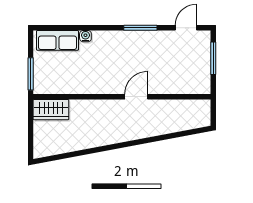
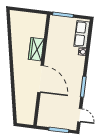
door: (136, 97) -> (41, 79), width x1.88
wardrobe: (51, 110) -> (36, 49), moved

